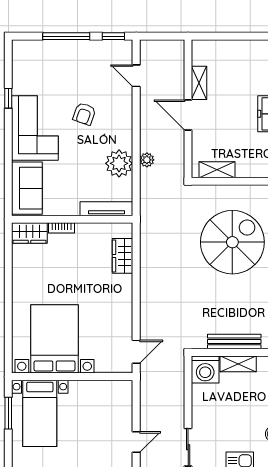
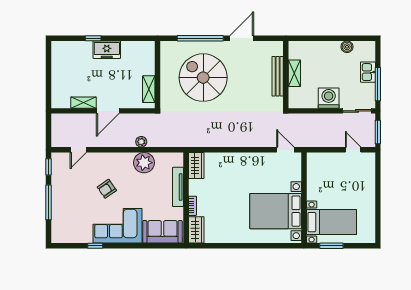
armchair: (84, 114) -> (107, 189), turned 126
tv unit: (106, 209) -> (178, 187), moved
wardrobe: (123, 256) -> (196, 166), moved, turned -90
washing machine: (205, 369) -> (329, 98), moved, turned -90

